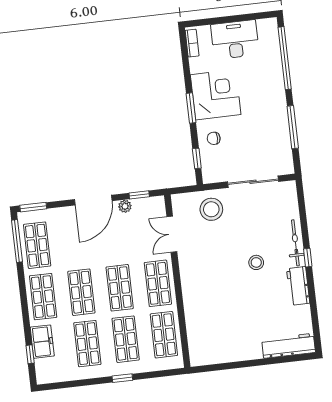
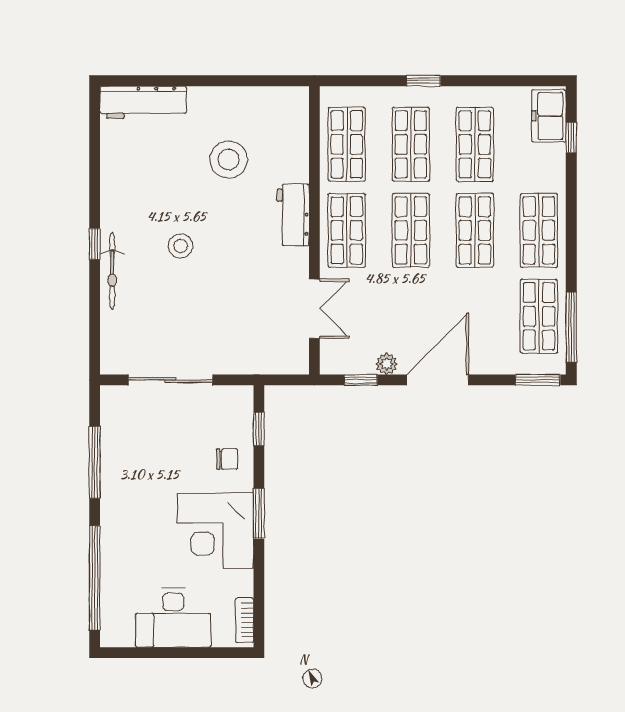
stool: (211, 209) -> (229, 159), moved
workbench: (298, 286) -> (293, 215), moved, turned 180
freezer: (42, 342) -> (549, 116), moved

